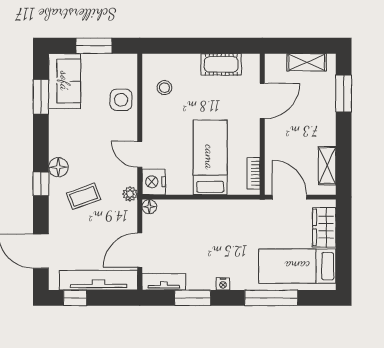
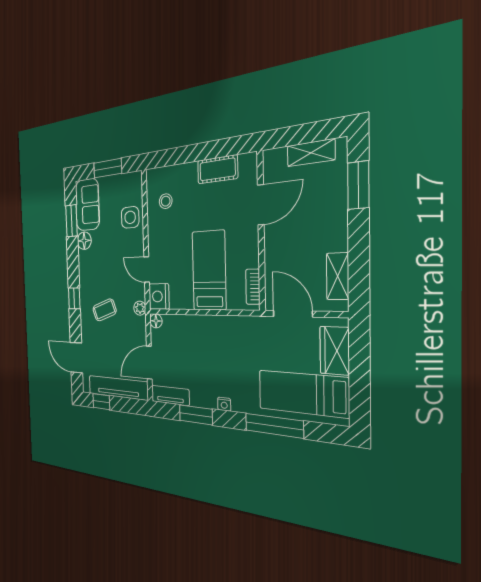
floor lamp: (58, 167) -> (84, 241), moved

